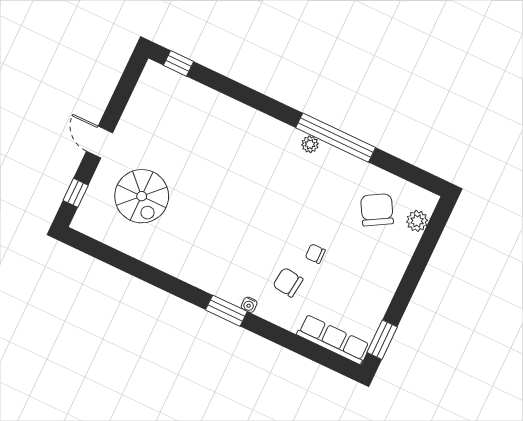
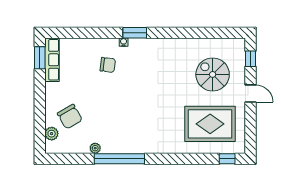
rug: (179, 126) -> (210, 124), added
plant: (310, 144) -> (95, 148), moved
chair: (377, 210) -> (70, 117), moved
chair: (315, 254) -> (100, 88), removed
row of seats: (333, 339) -> (52, 60), moved, turned -90

